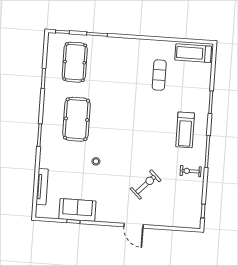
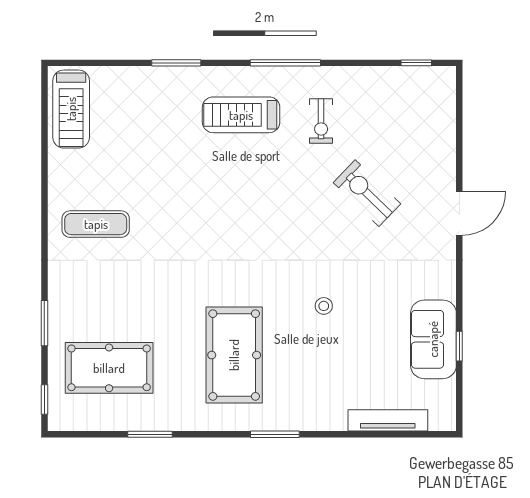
exercise mat: (159, 75) -> (96, 224), moved
pool table: (77, 119) -> (234, 355), turned 90
treadmill: (185, 130) -> (241, 115), turned 180
exercise bike: (191, 171) -> (321, 121), moved

